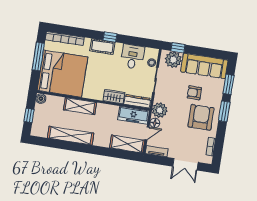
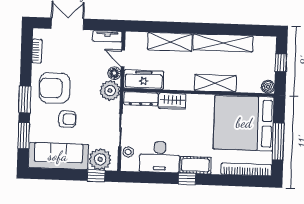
desk: (132, 57) -> (160, 157), width x1.37
armchair: (201, 117) -> (55, 88), turned 90
door: (147, 133) -> (123, 58), hinge flipped
shelving: (127, 144) -> (170, 42), moved

